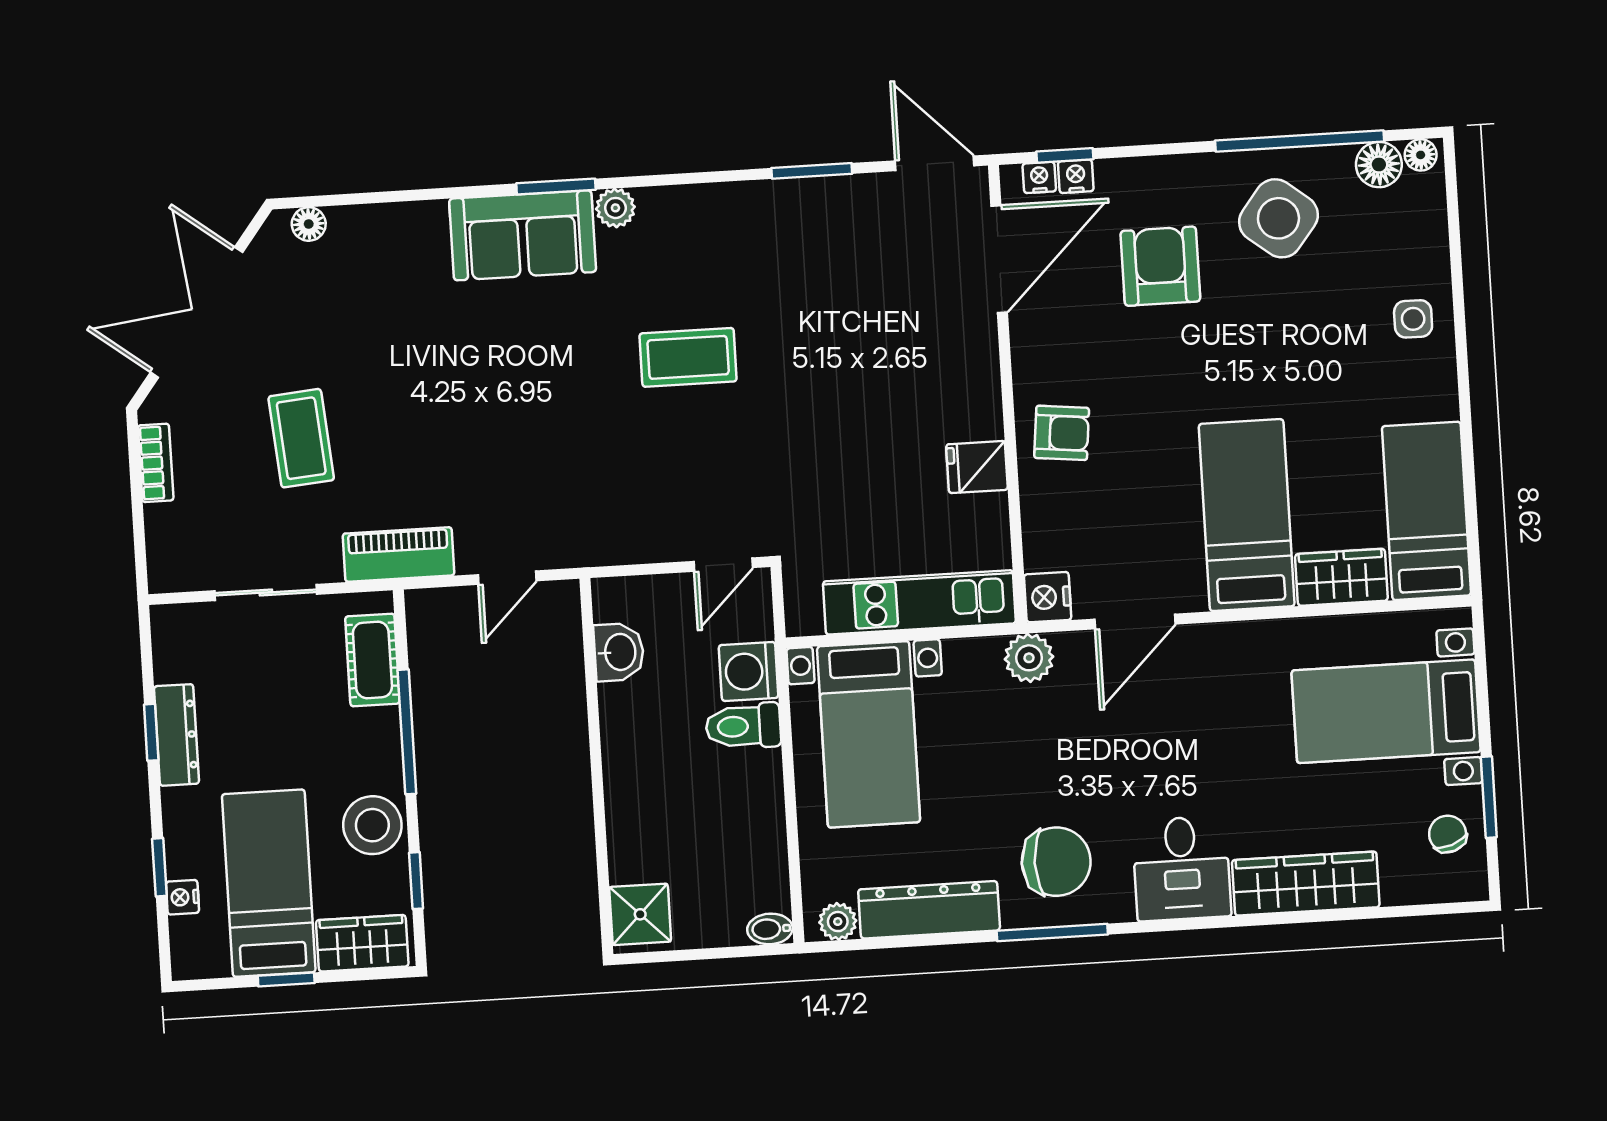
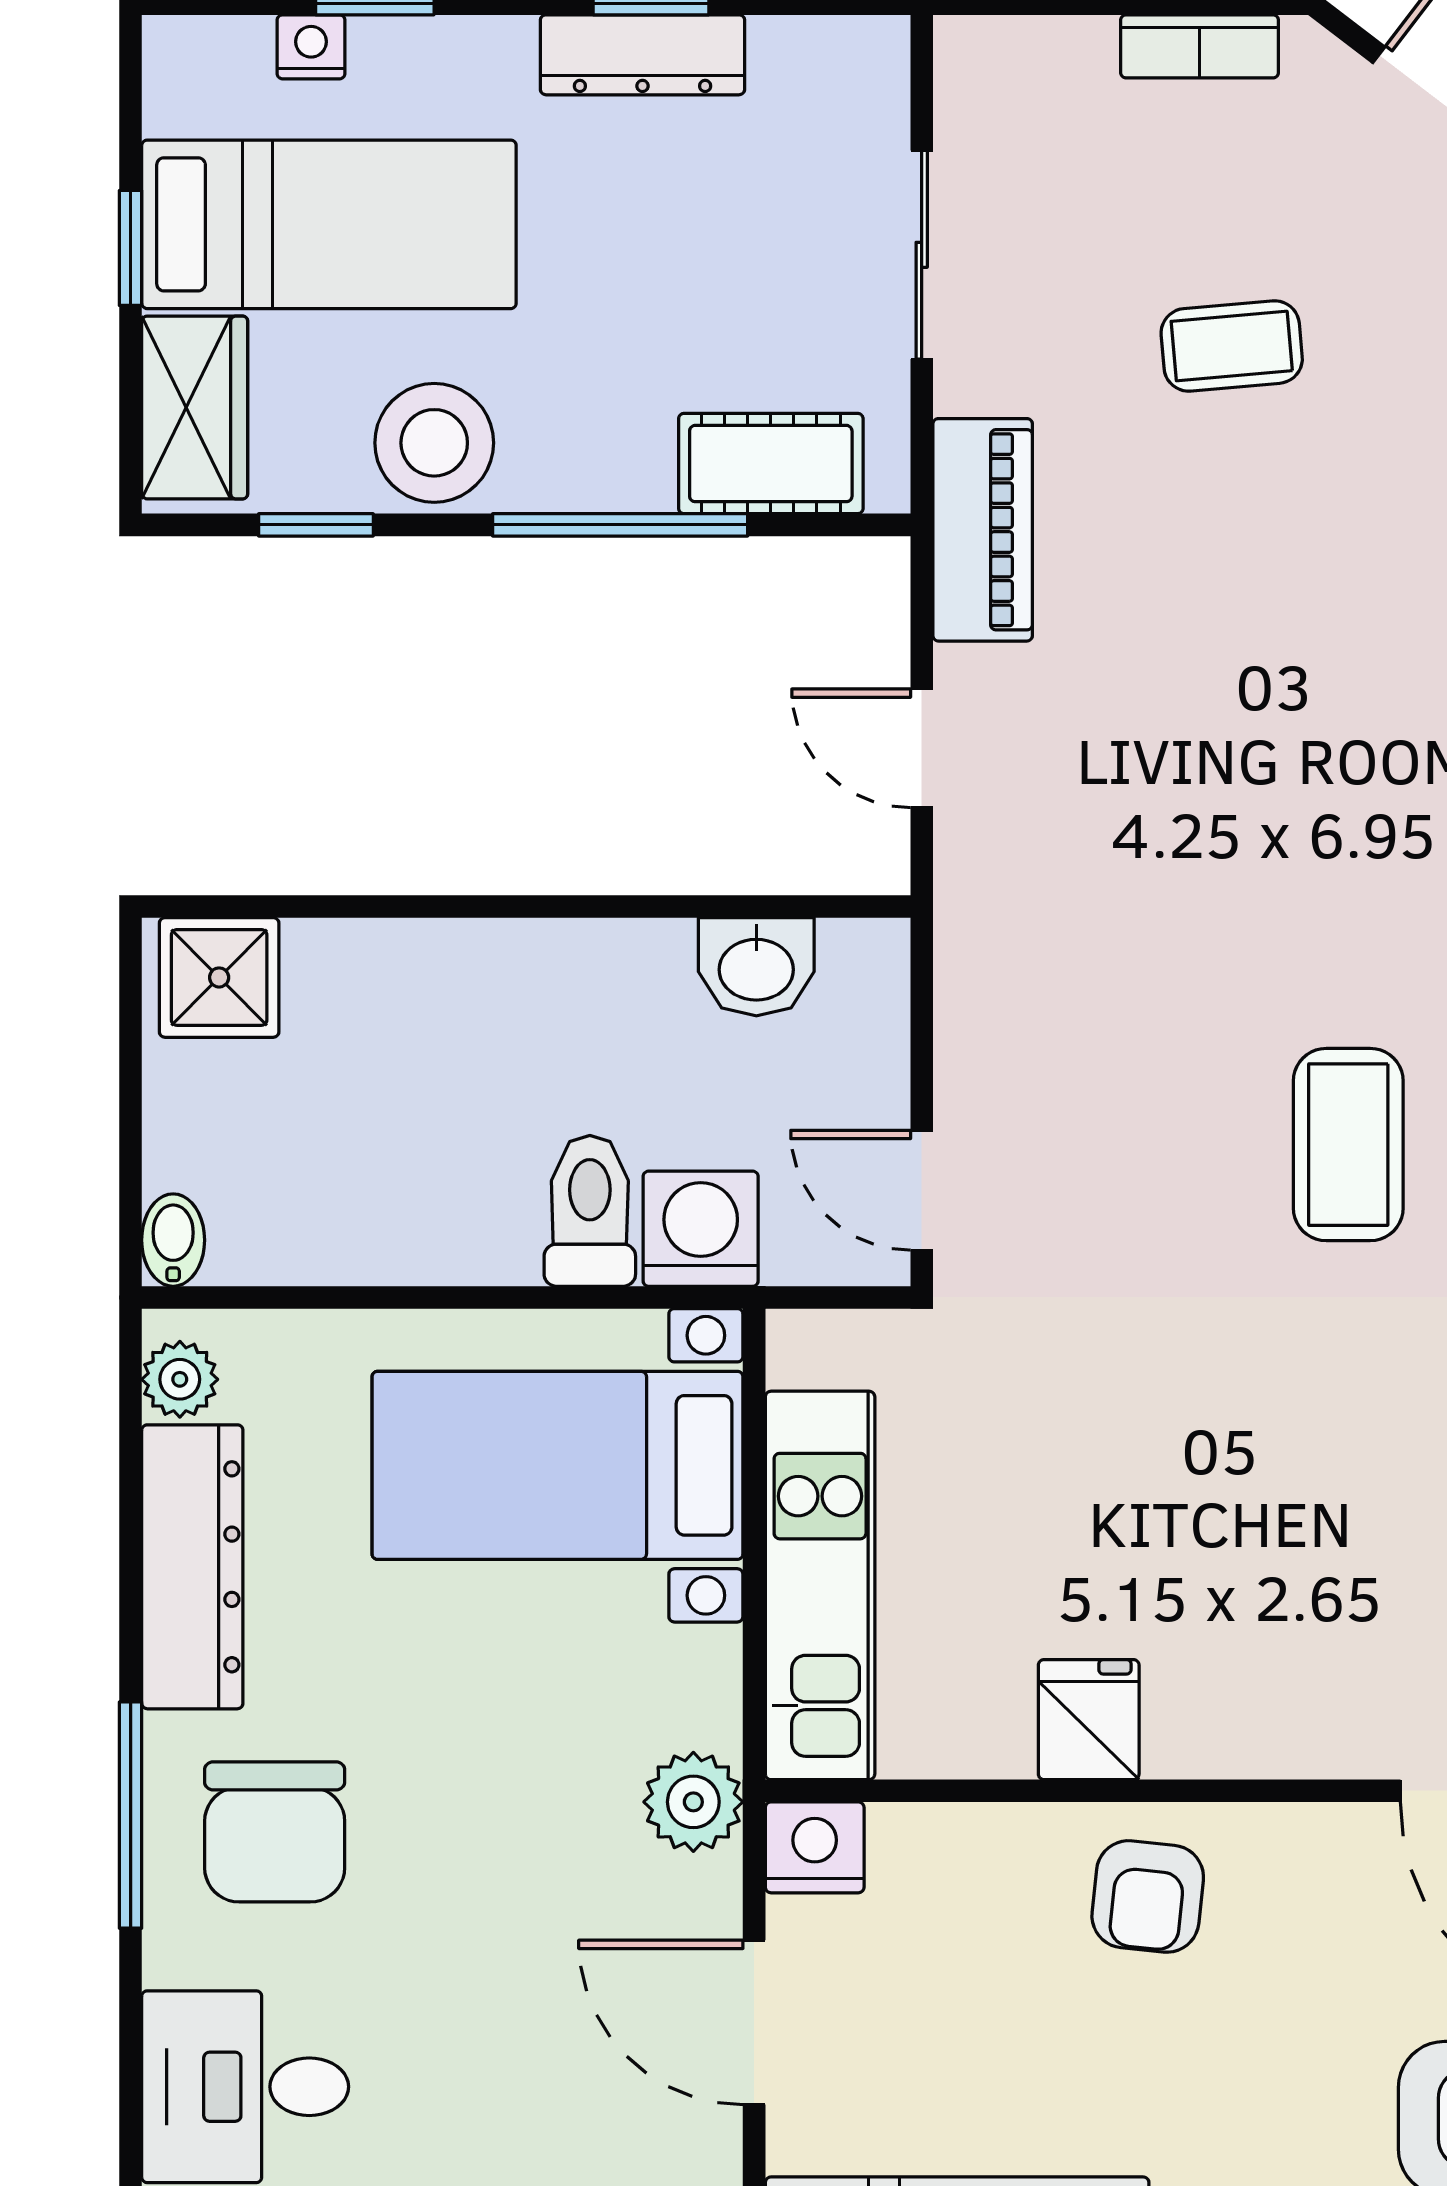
coffee table: (301, 438) -> (1232, 346), width x0.73, depth x0.77

